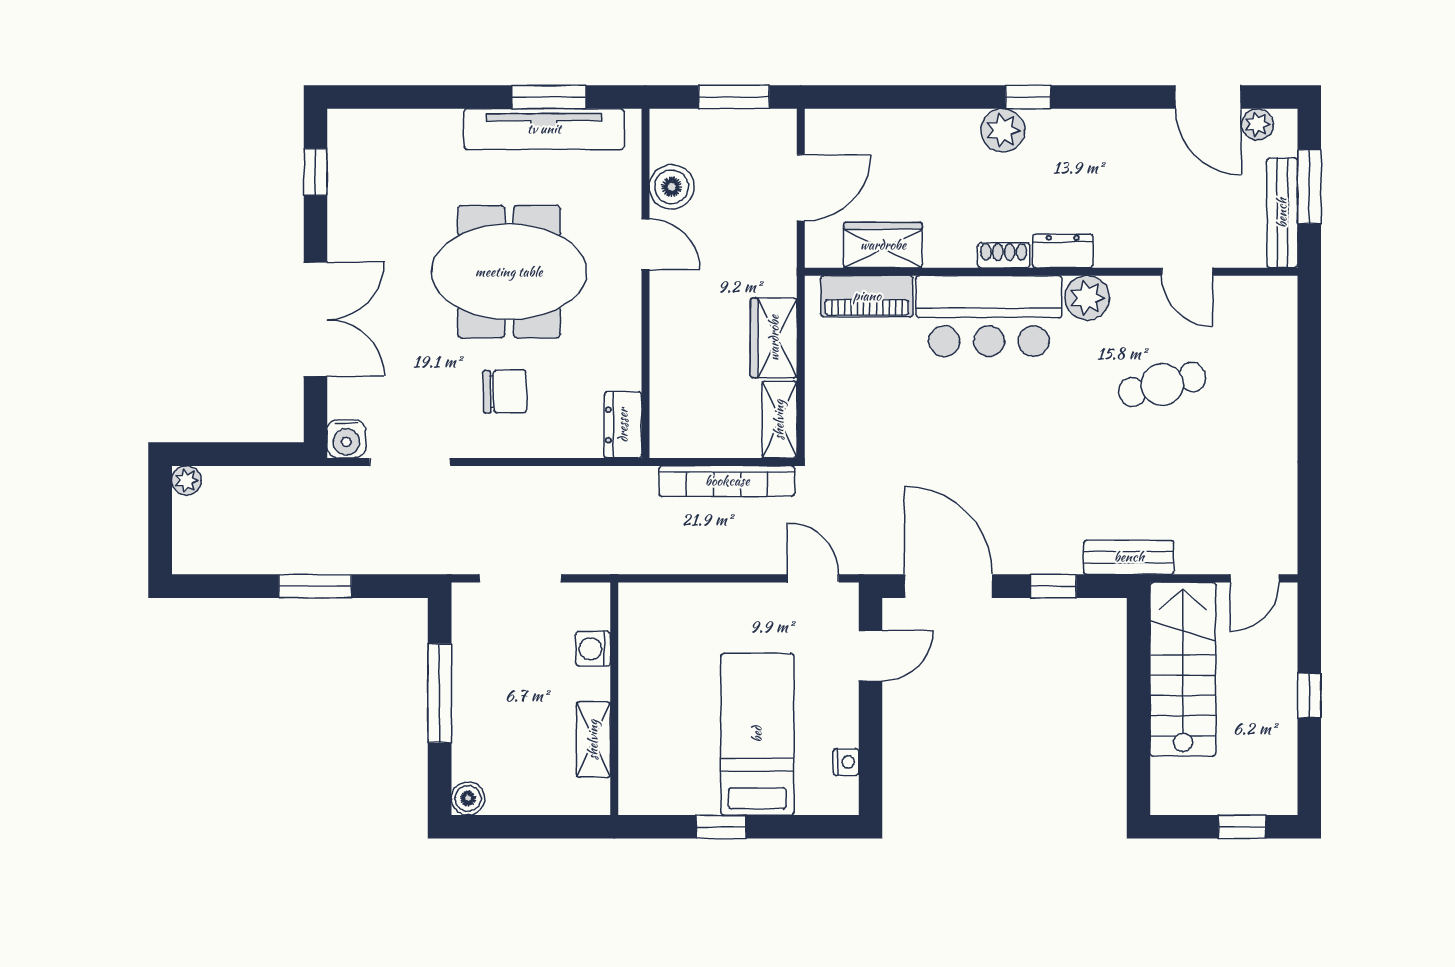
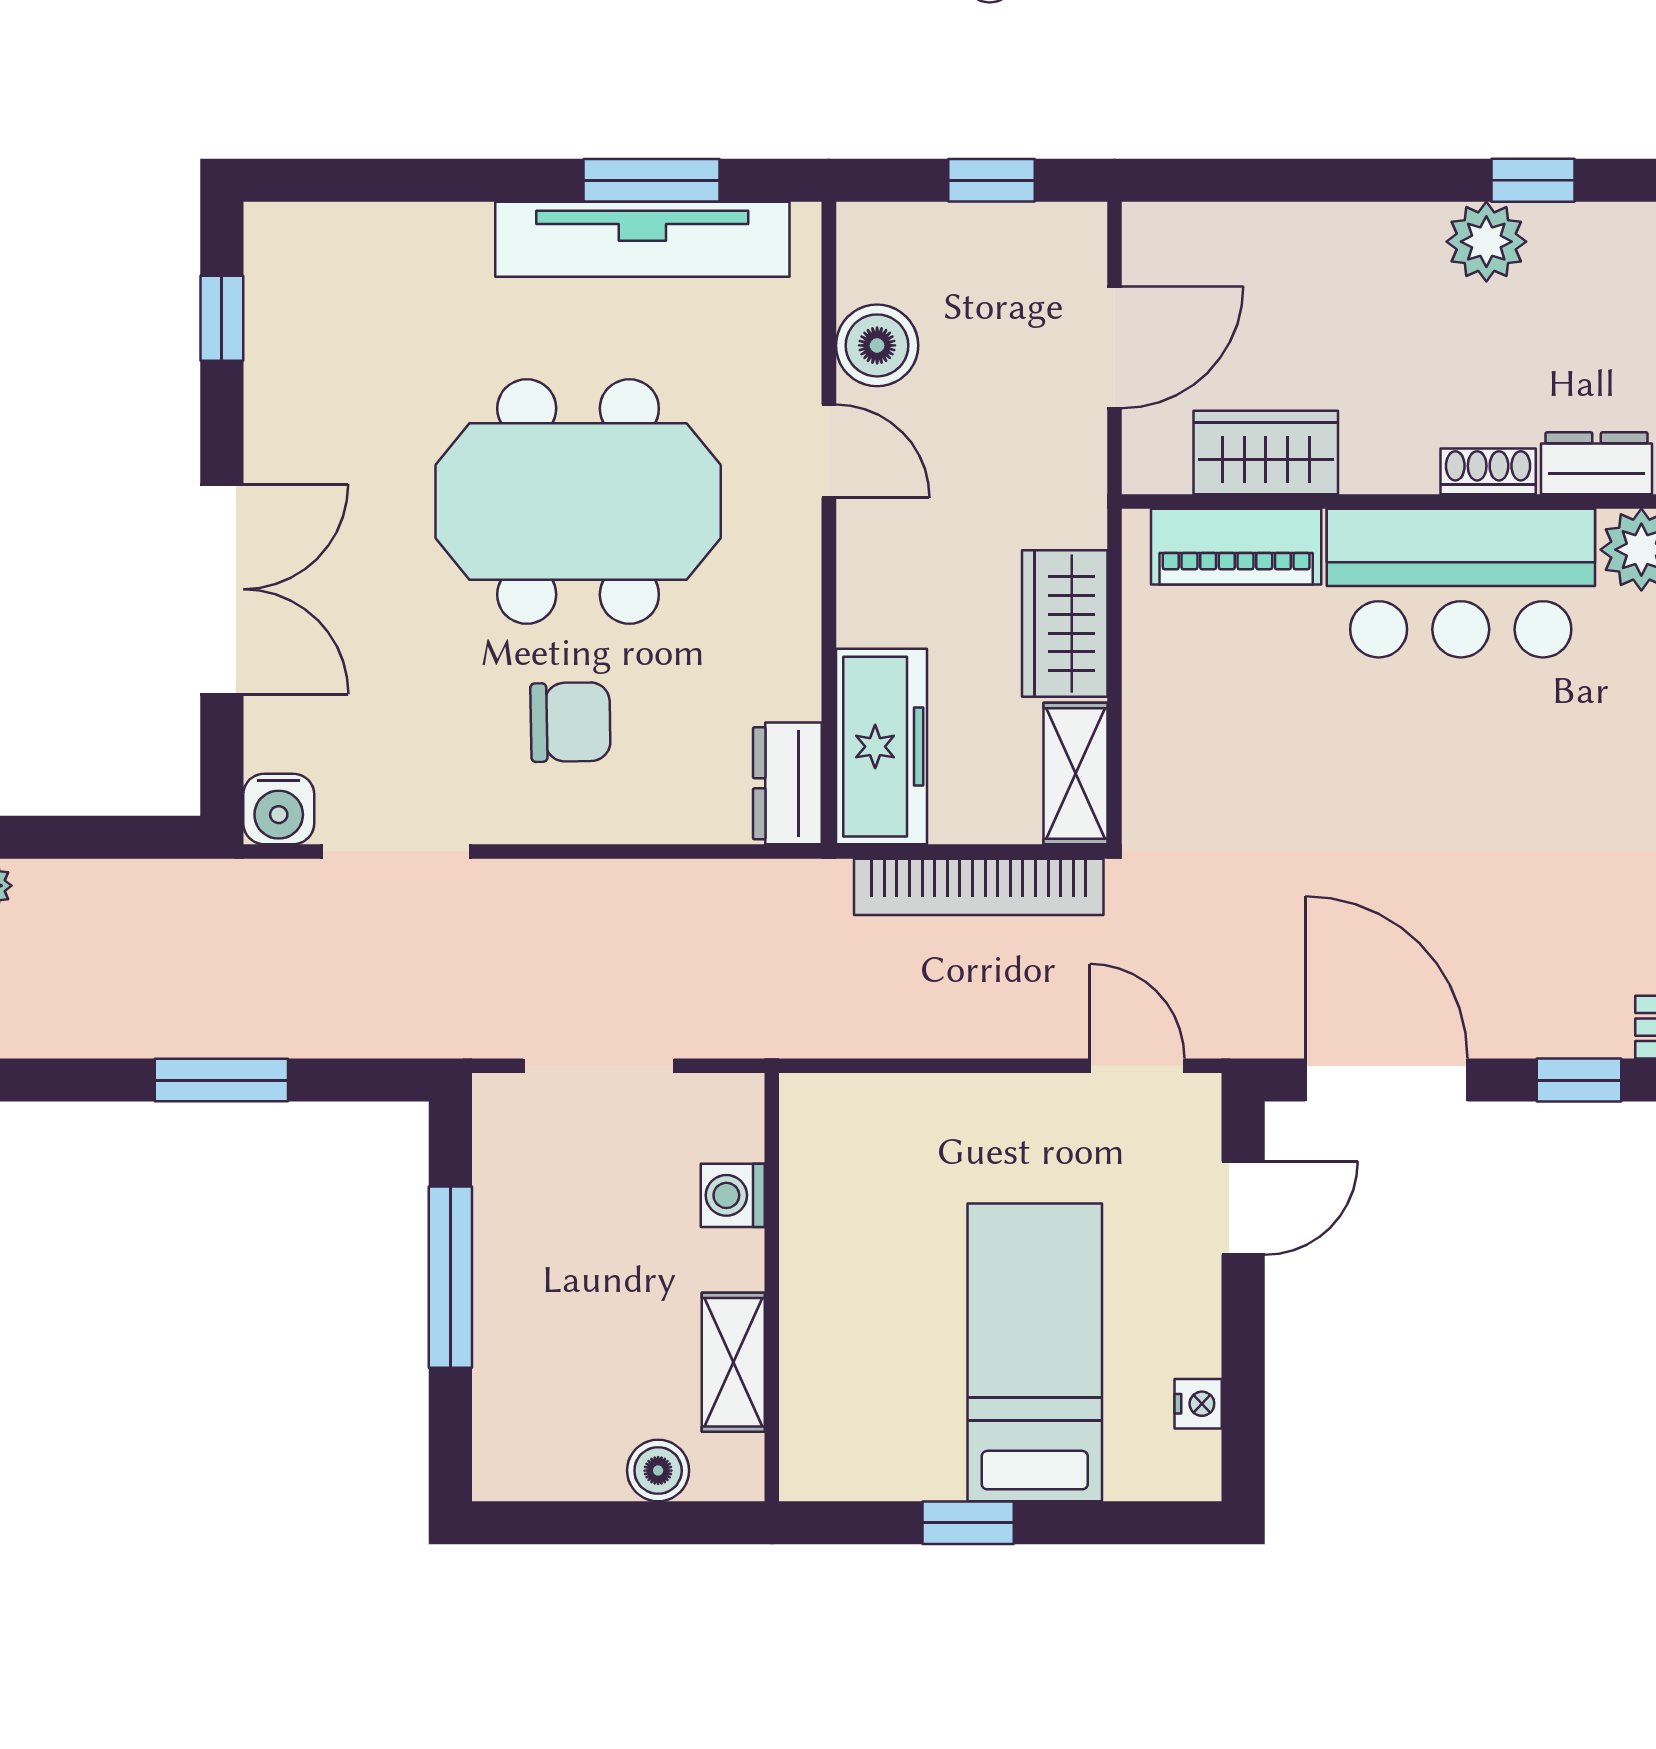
window: (734, 97) -> (992, 180), width x0.67
freezer: (674, 405) -> (881, 747), added
boiler: (468, 798) -> (658, 1471), moved

